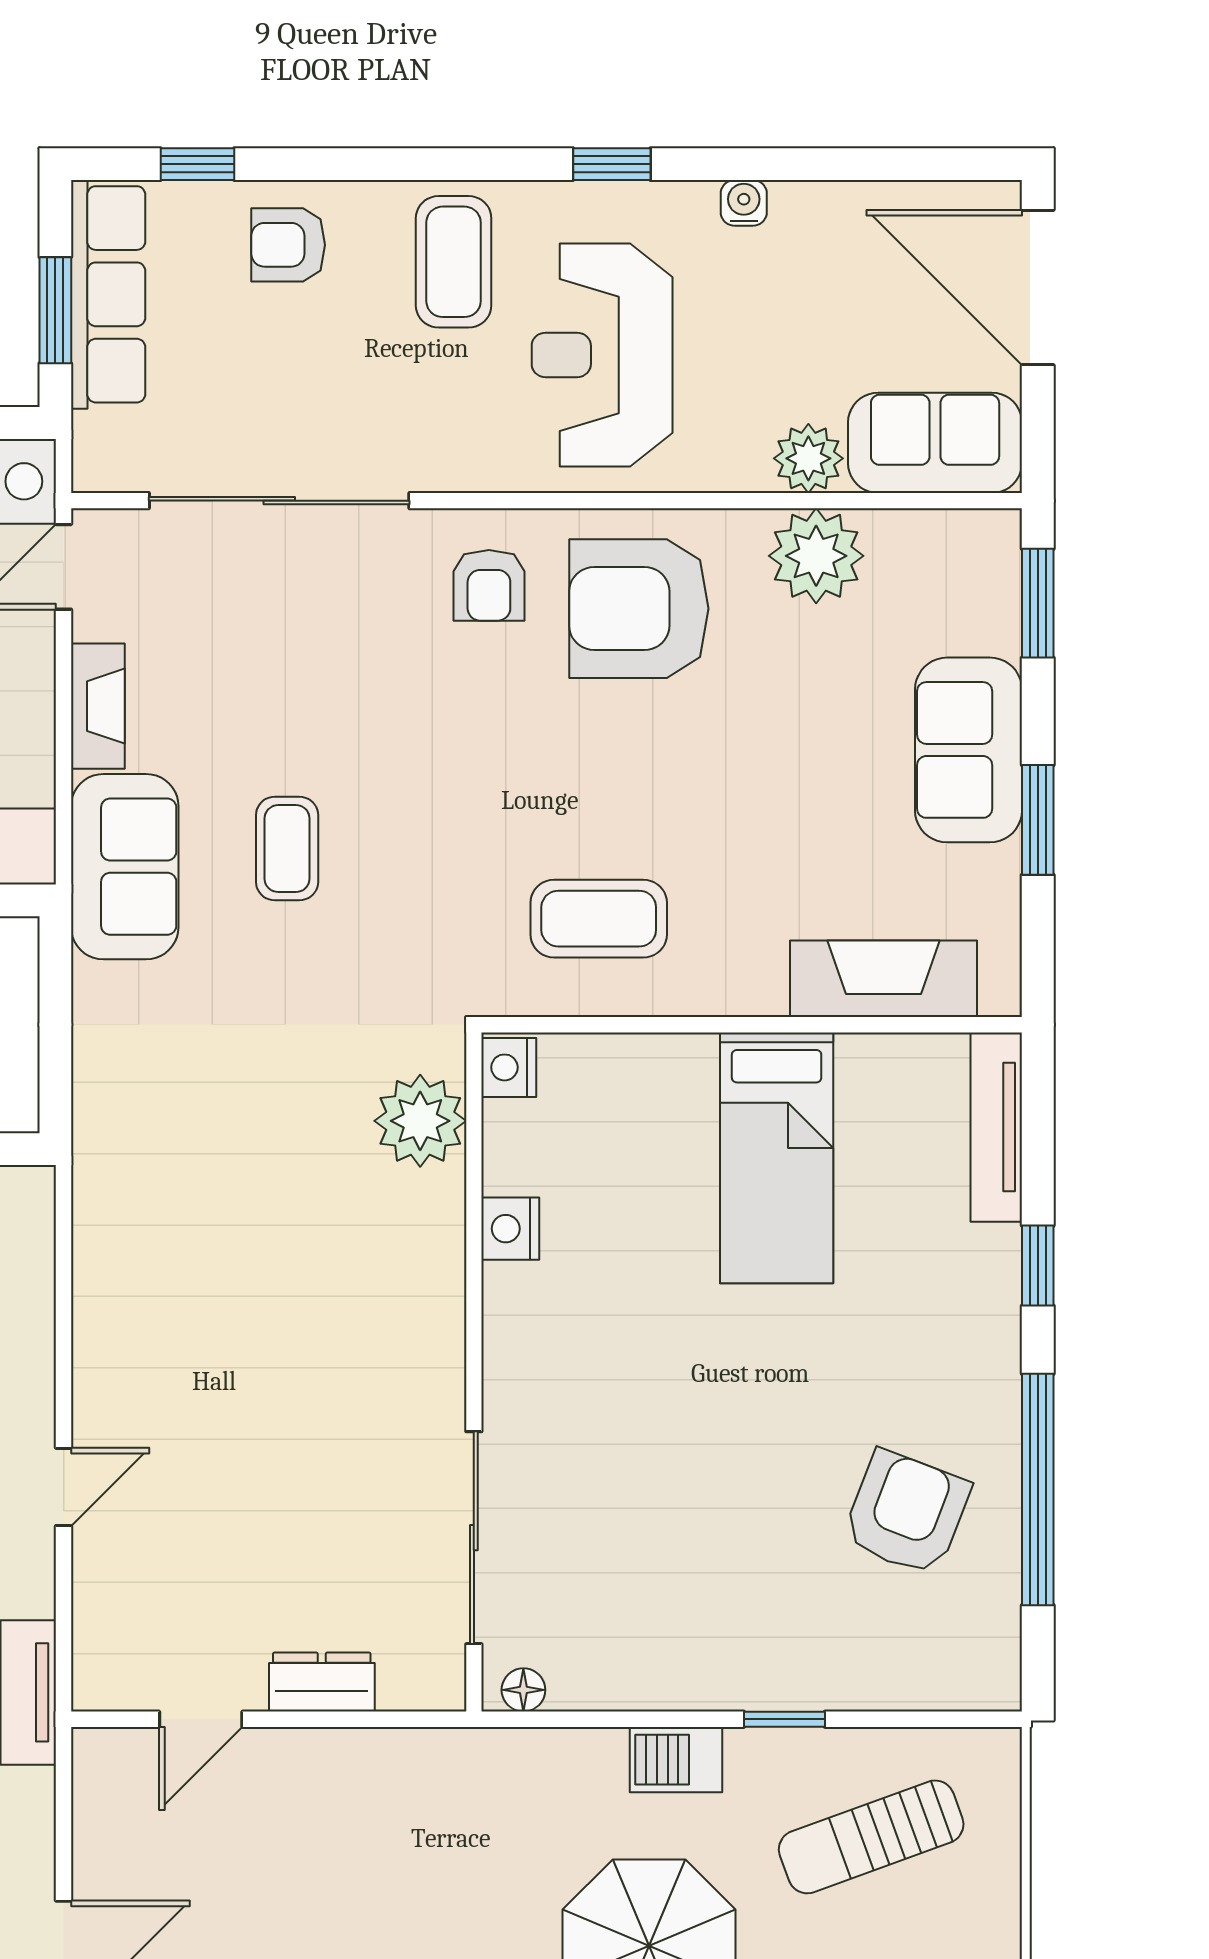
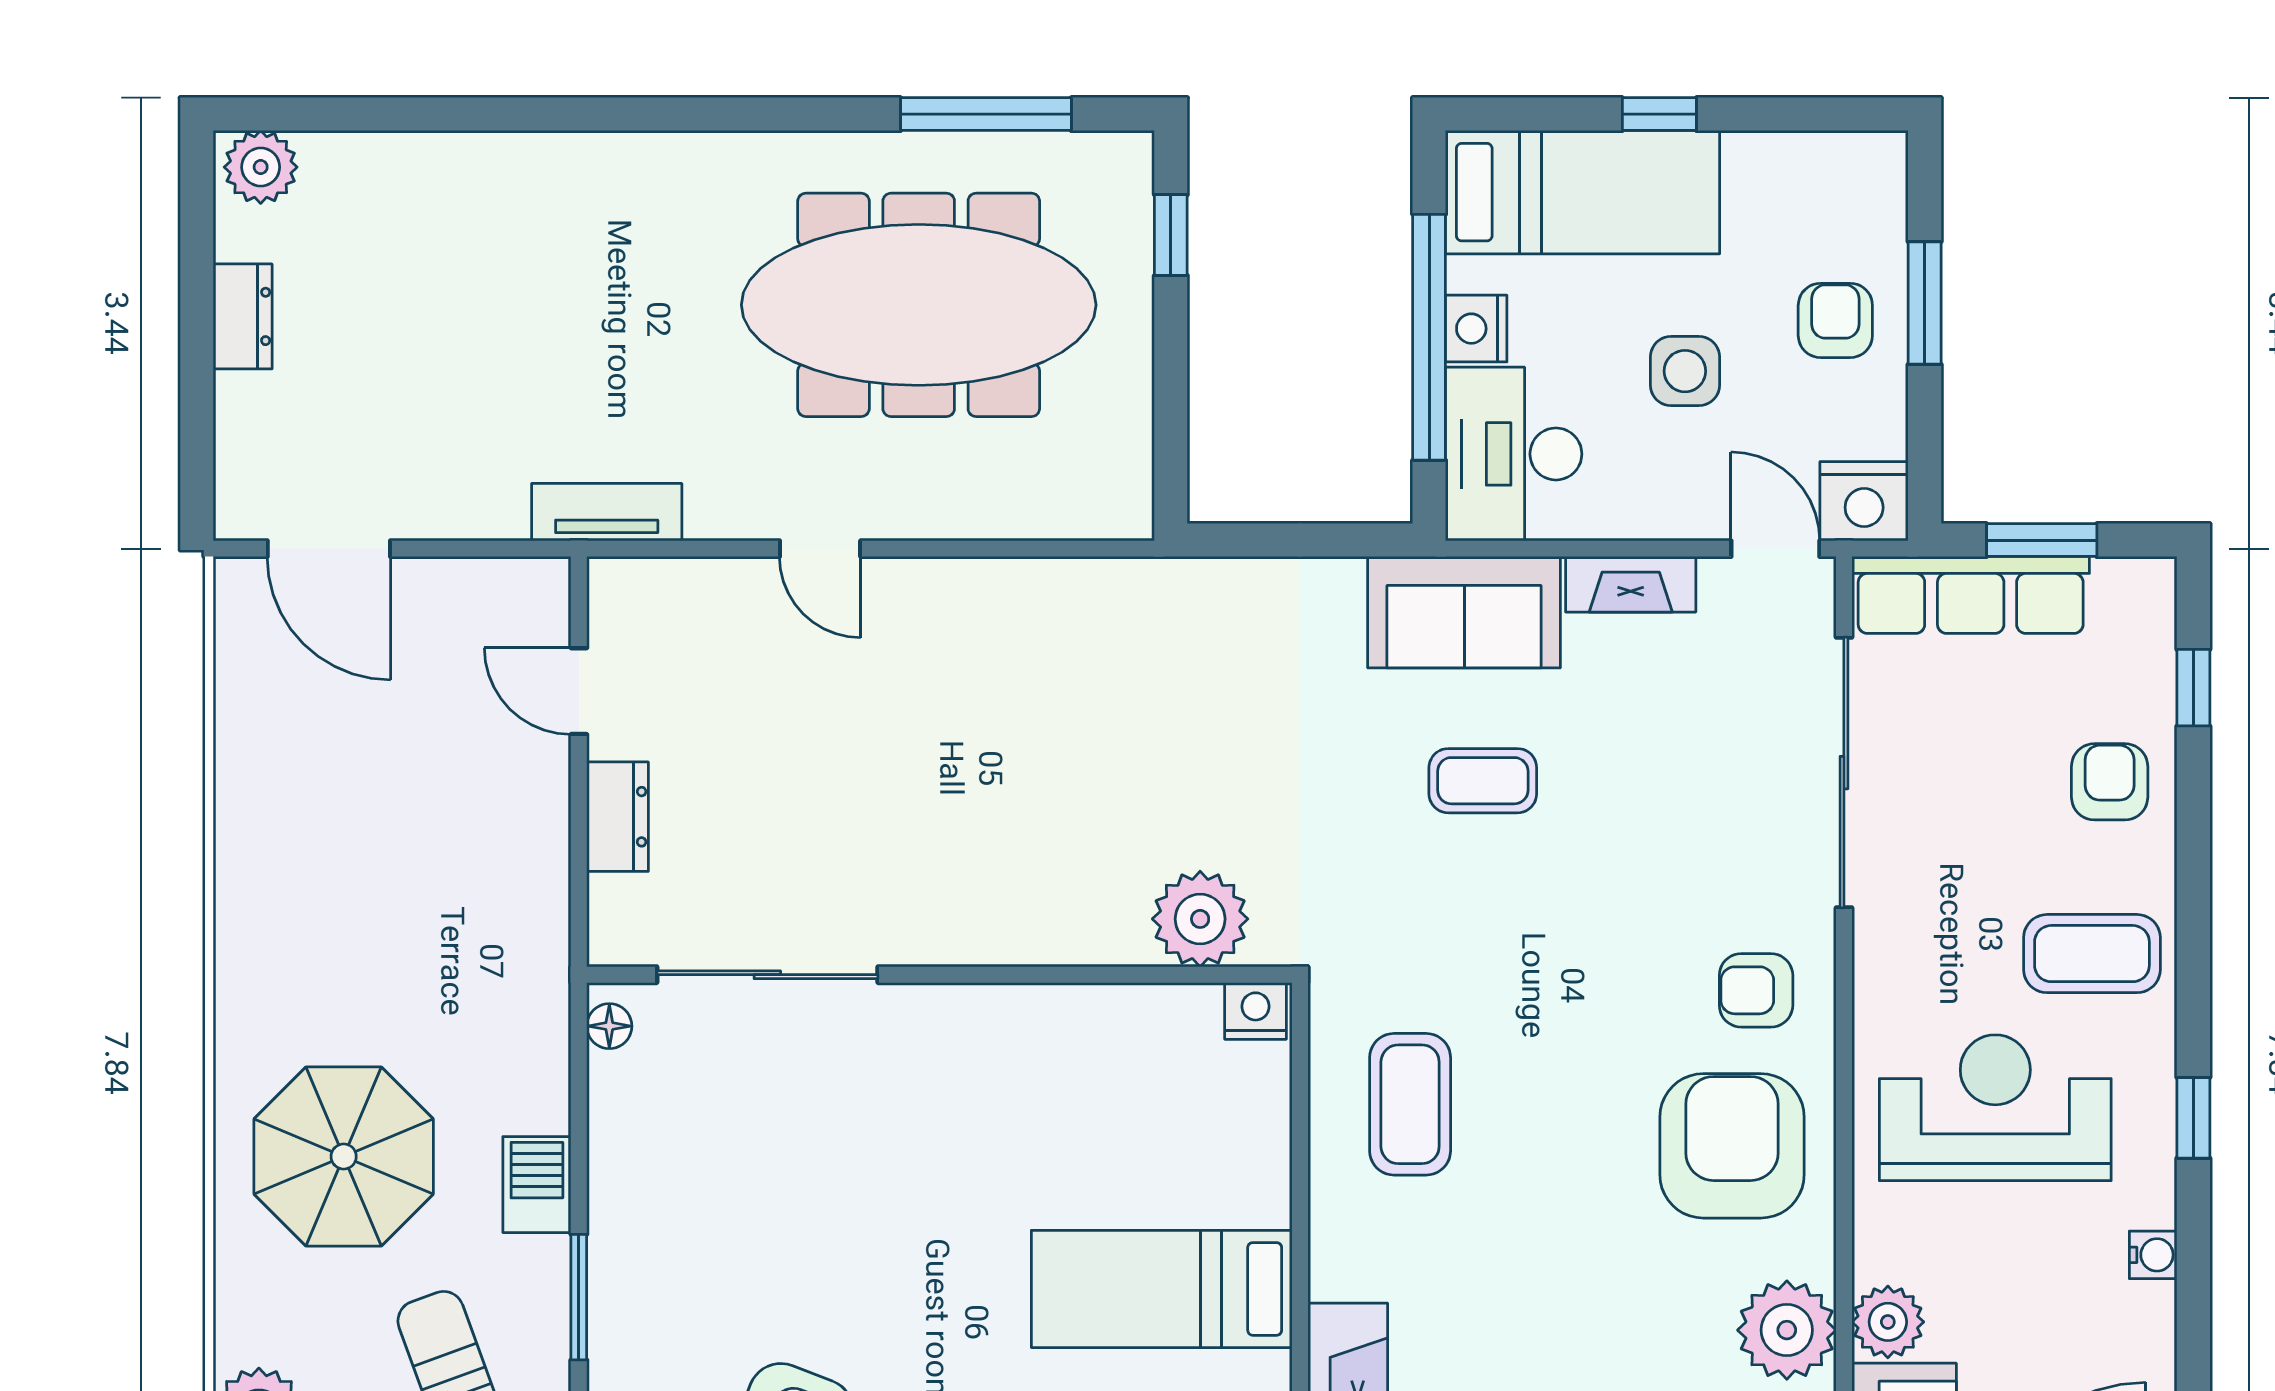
row of seats: (108, 294) -> (1971, 595), moved
nightstand: (510, 1229) -> (1088, 1012), removed
window: (784, 1719) -> (579, 1297), width x1.50

